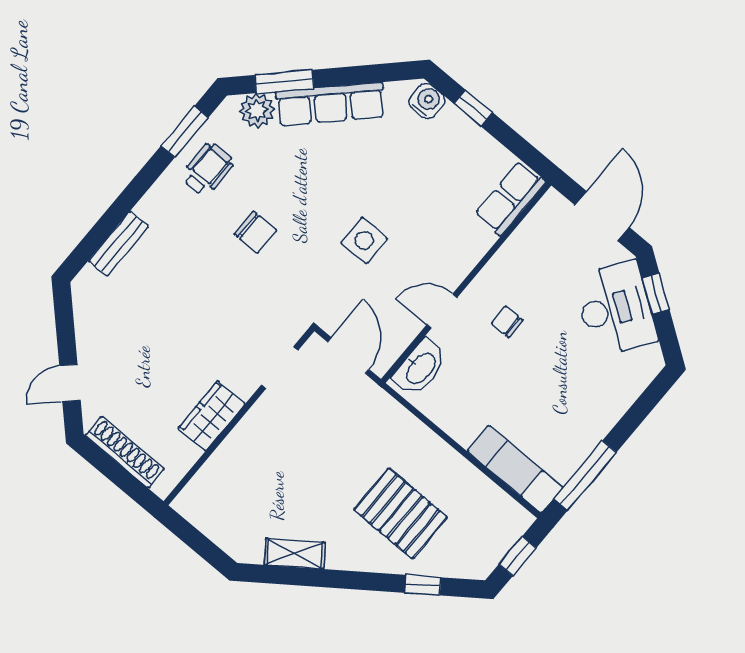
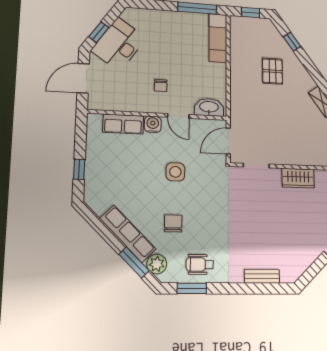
water cooler: (427, 101) -> (153, 124), moved, turned 90
row of seats: (510, 198) -> (123, 124), moved
chair: (255, 232) -> (173, 223), moved
pallet: (401, 513) -> (272, 71), width x0.67, depth x0.71

